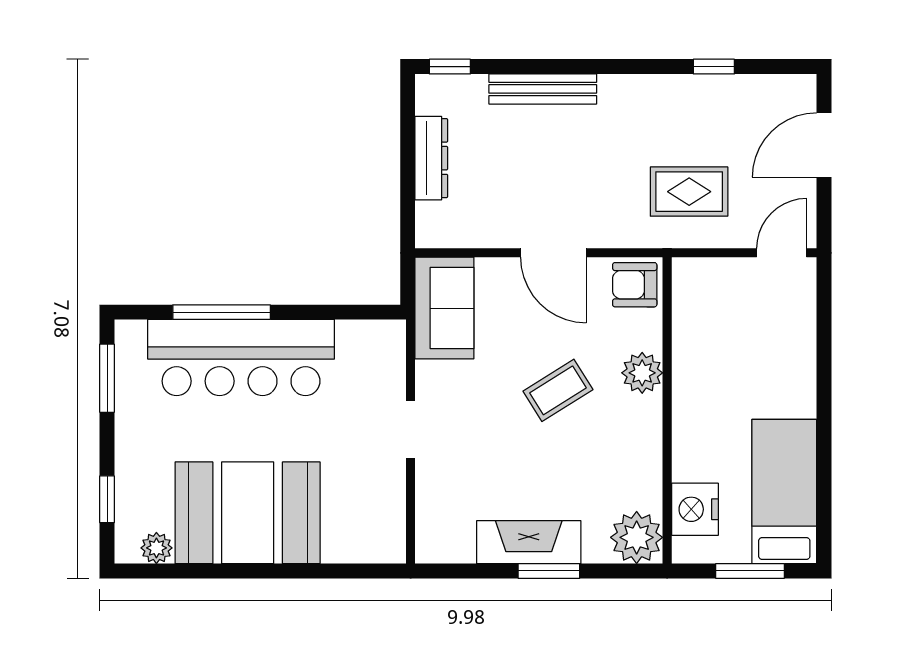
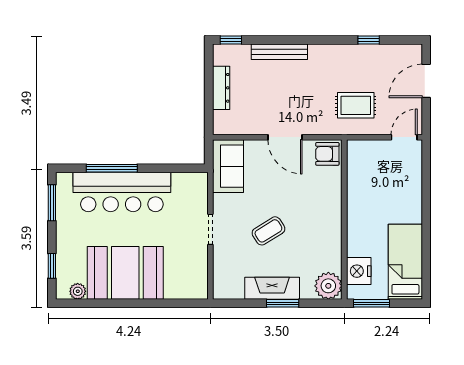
plant: (642, 373) -> (331, 200), removed
coffee table: (558, 390) -> (268, 231), moved
window: (750, 571) -> (371, 303), moved

